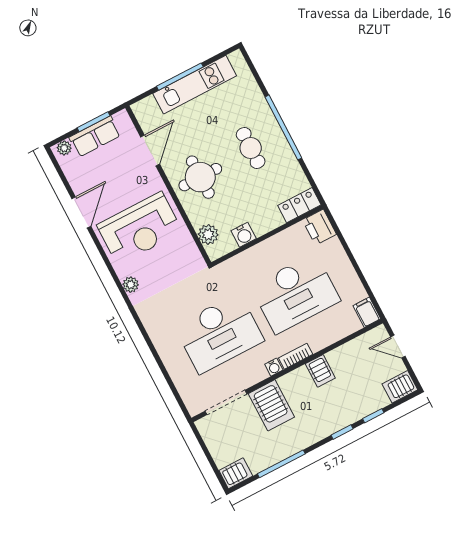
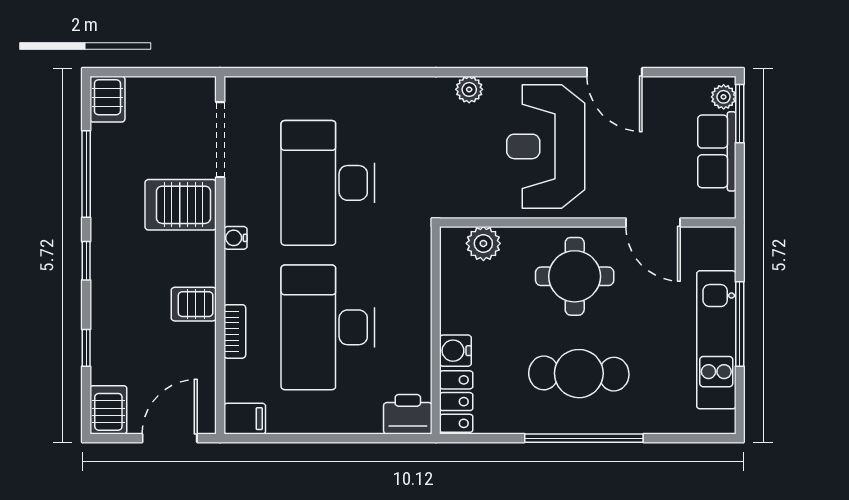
window: (94, 122) -> (740, 114), moved
cafe table: (251, 148) -> (579, 374), width x1.37, depth x1.35
water cooler: (244, 235) -> (455, 351), moved
door: (398, 347) -> (170, 438), width x1.38
bookcase: (296, 356) -> (235, 331), moved
window: (342, 432) -> (86, 261), moved

